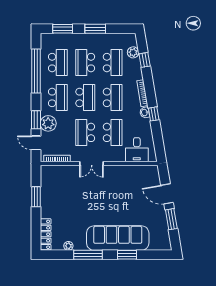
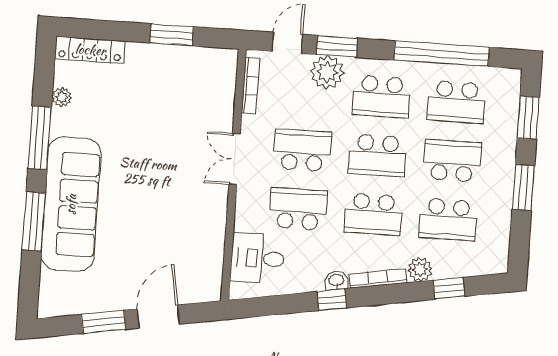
plant: (133, 52) -> (420, 269), moved
school desk: (113, 132) -> (298, 209), turned 180
window: (127, 255) -> (34, 221), width x1.44

